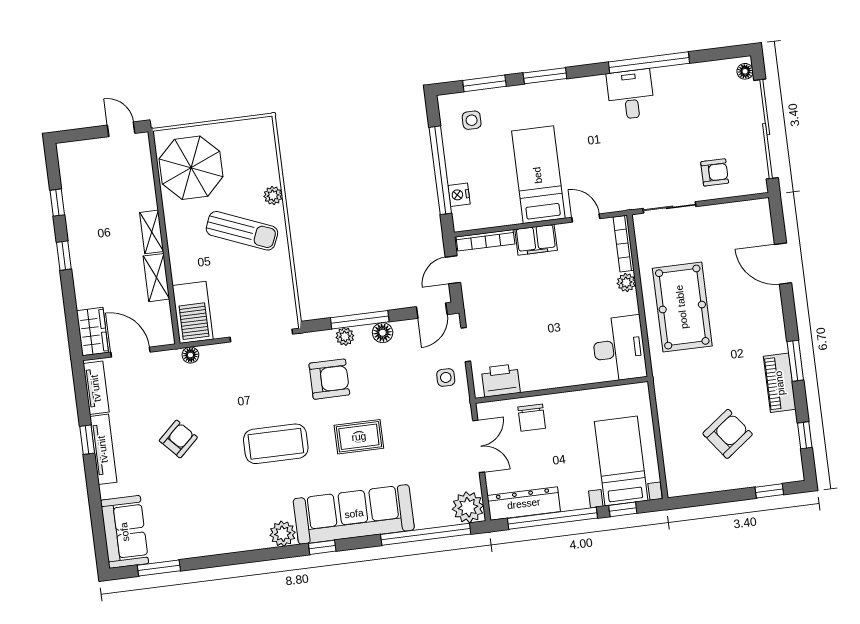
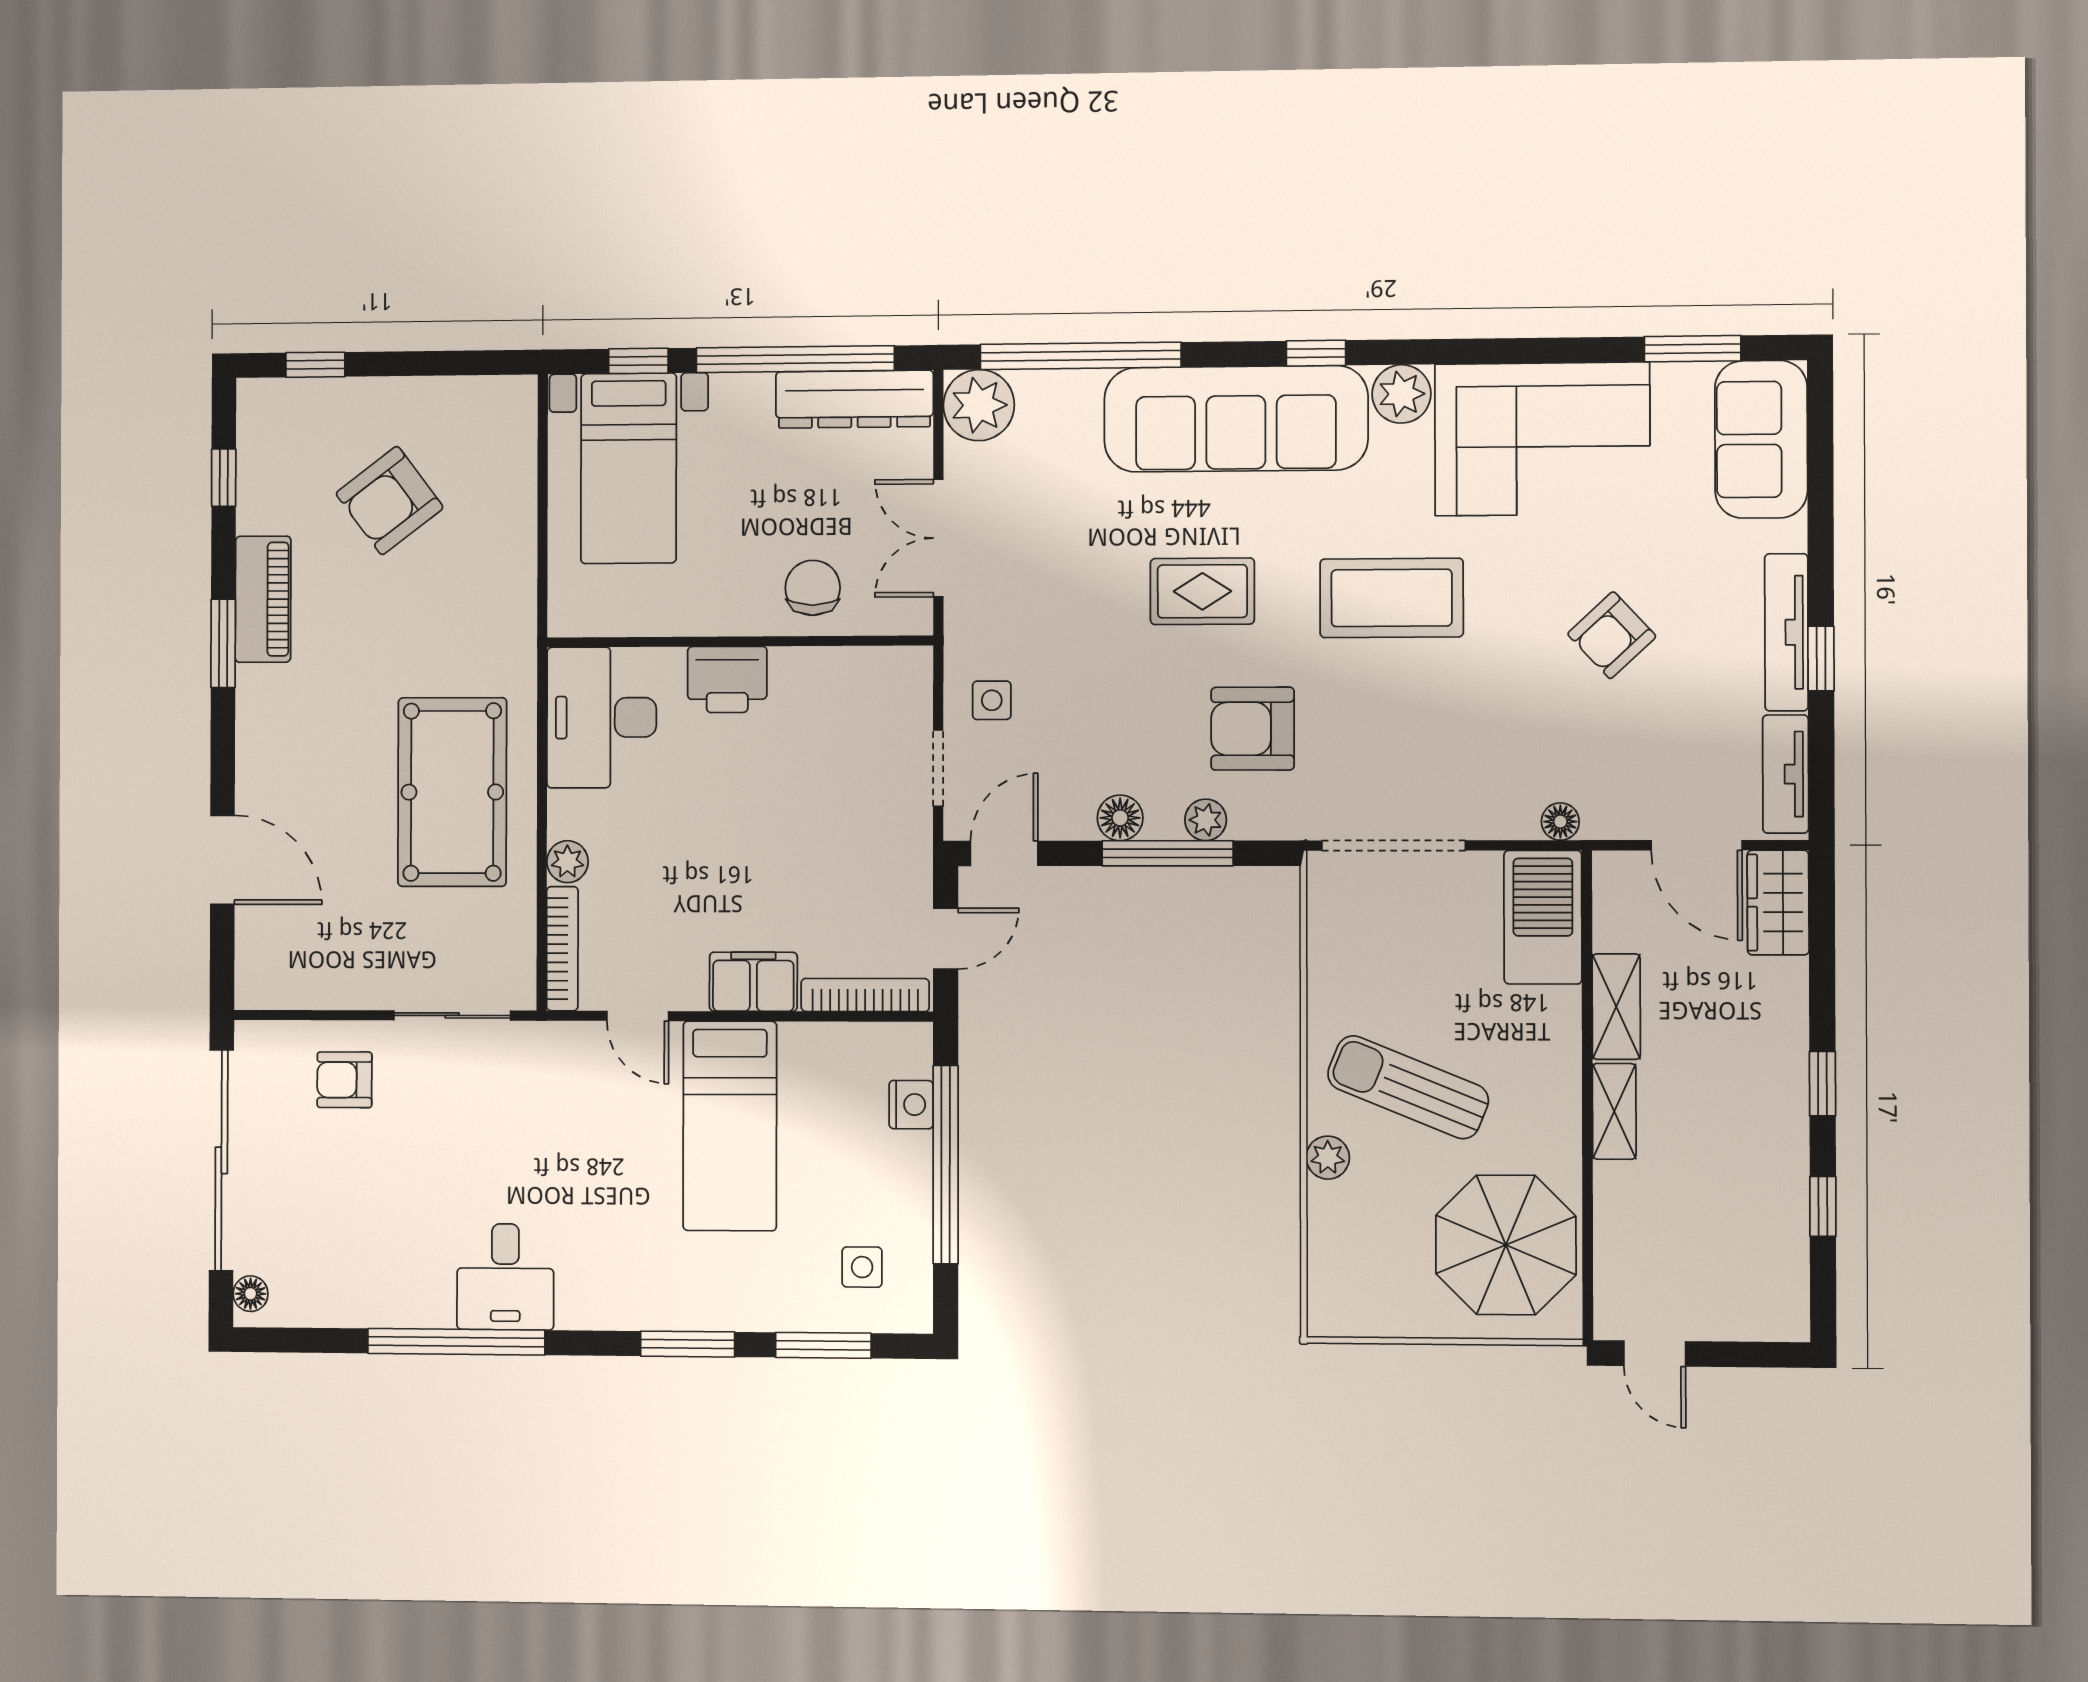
printer: (501, 380) -> (727, 679), moved
corner sofa: (219, 521) -> (1542, 439), added

